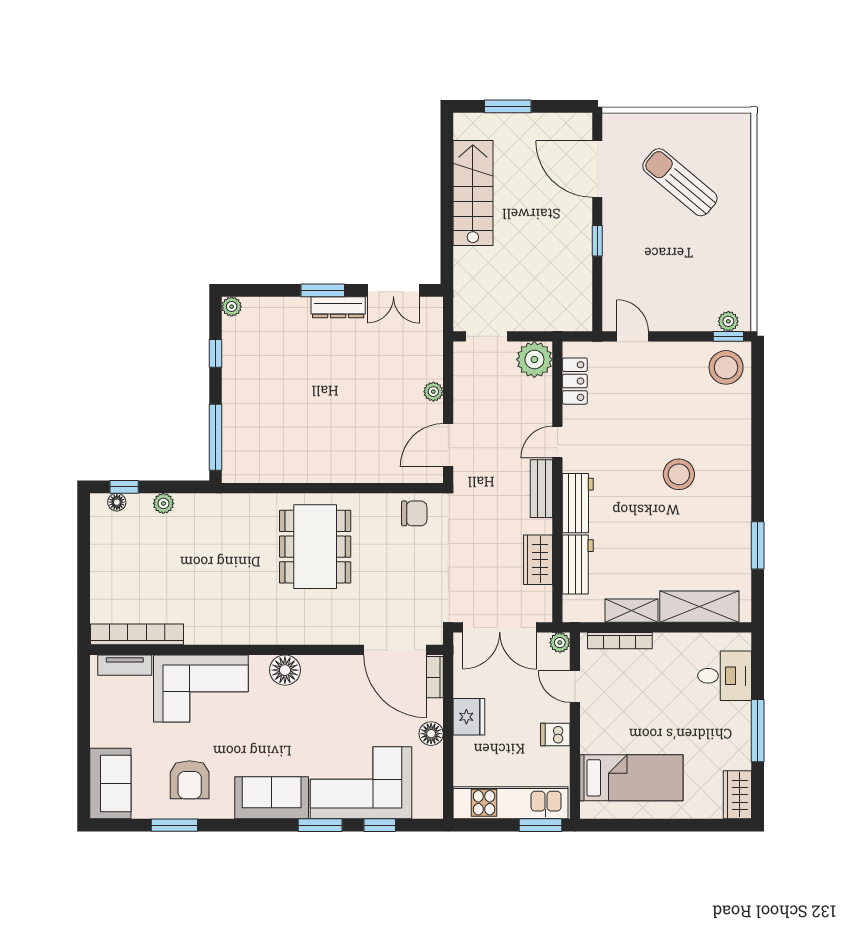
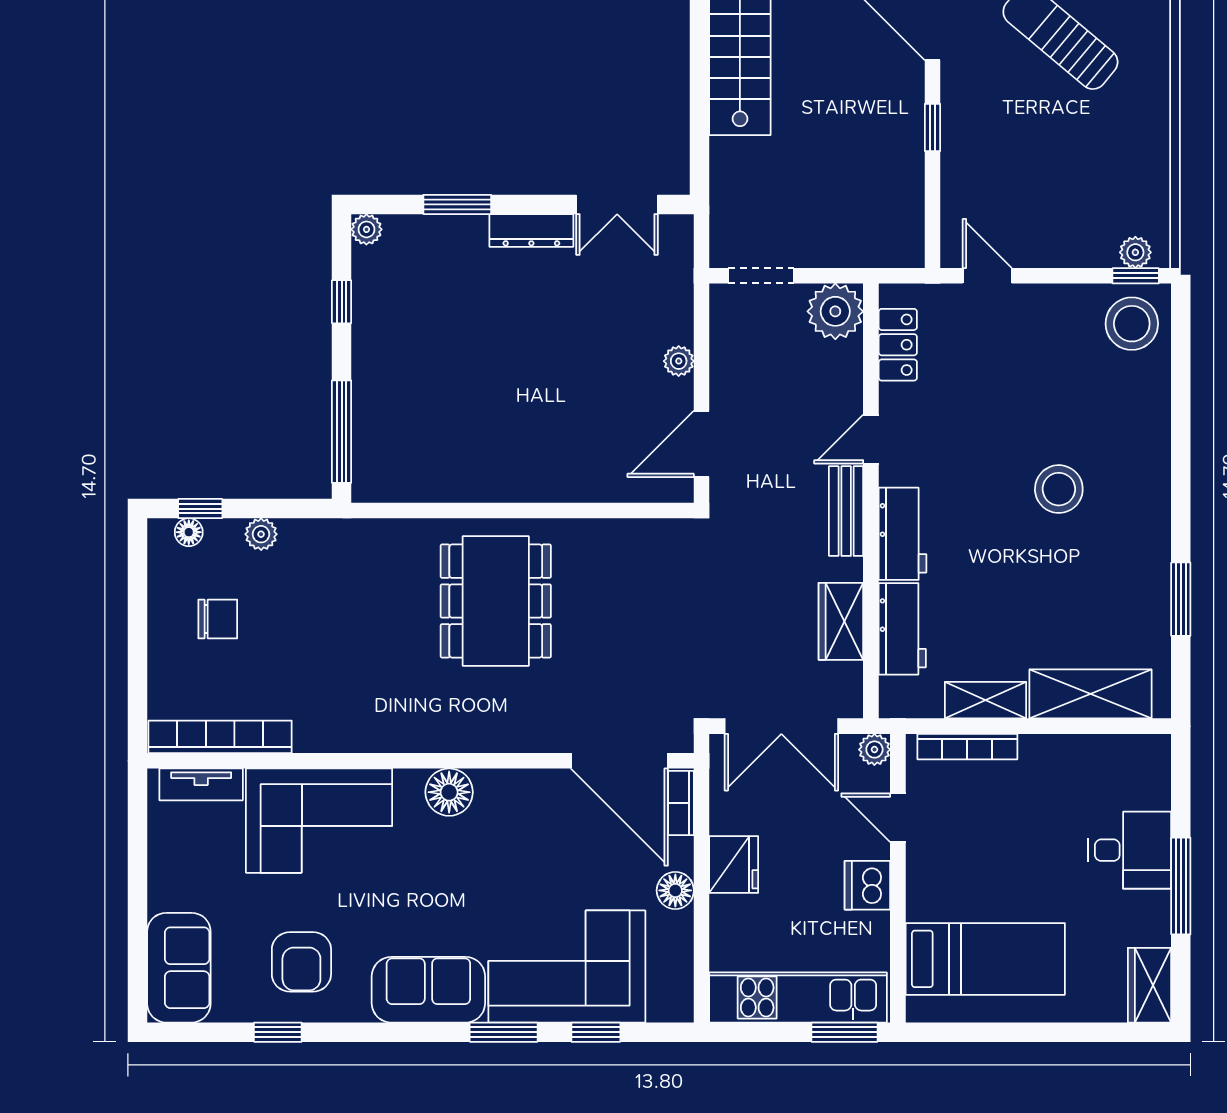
window: (323, 290) -> (457, 204), moved
chair: (414, 513) -> (218, 619), moved
desk: (725, 676) -> (1130, 850), moved
dishwasher: (555, 735) -> (867, 885), width x1.38
window: (174, 825) -> (278, 1032), width x0.67

